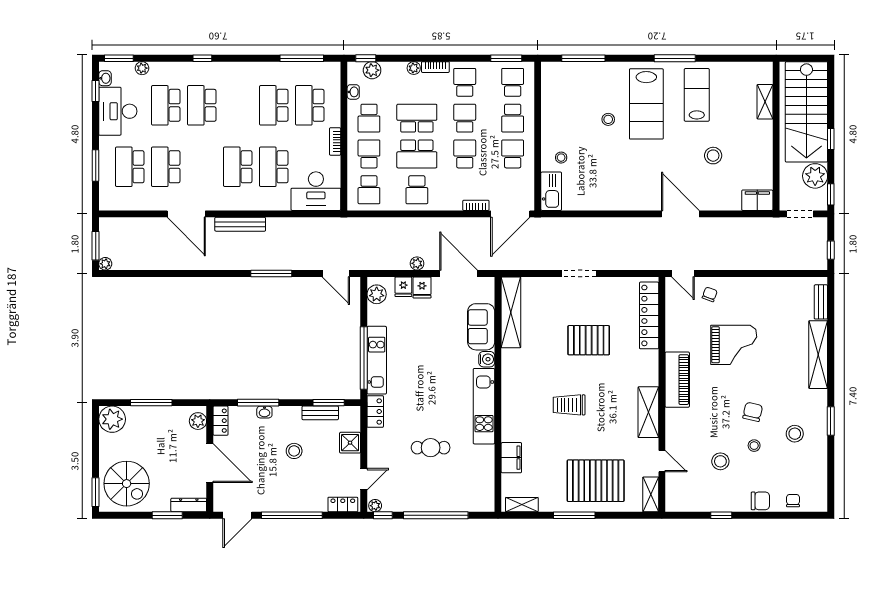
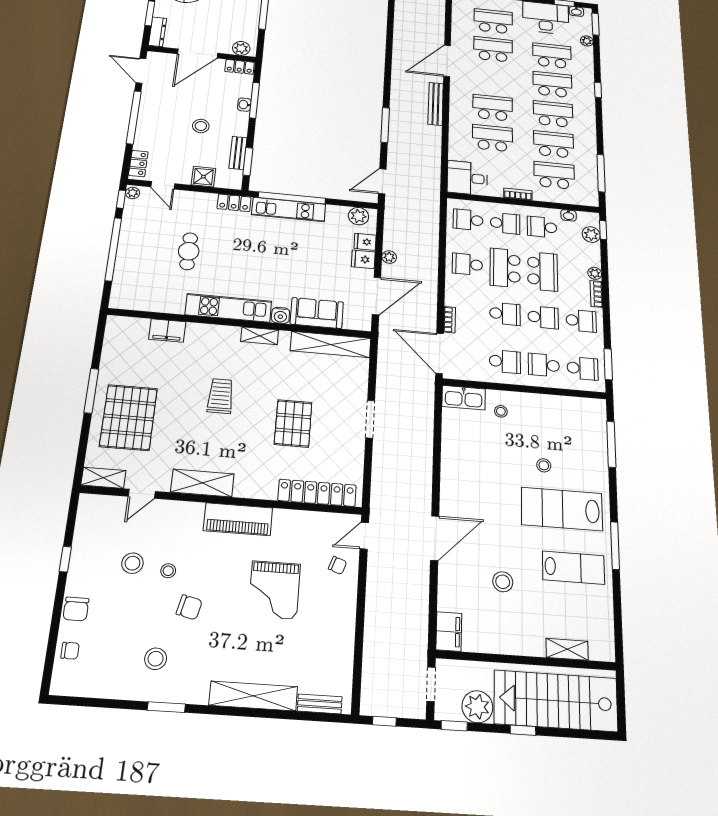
school desk: (238, 105) -> (553, 114), added
desk: (316, 191) -> (467, 178), width x0.73
stool: (754, 446) -> (168, 571), moved
shelving: (522, 505) -> (260, 336), moved, turned 90

